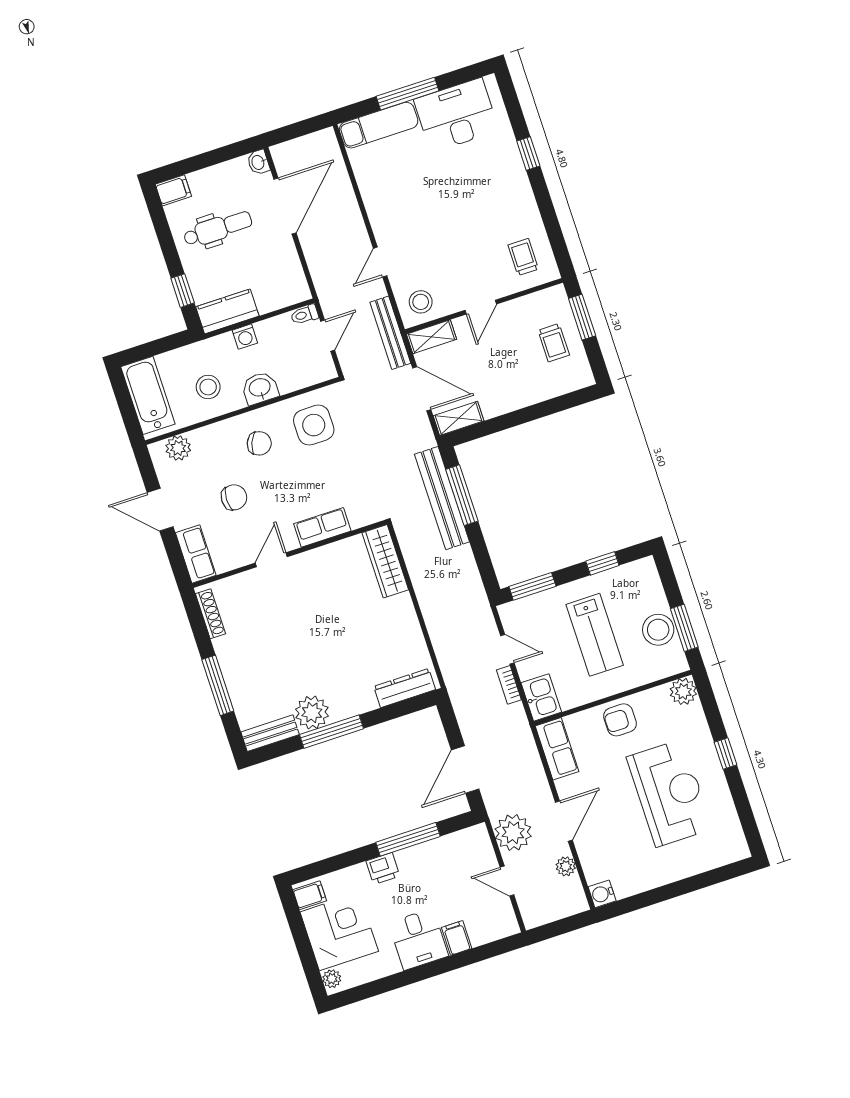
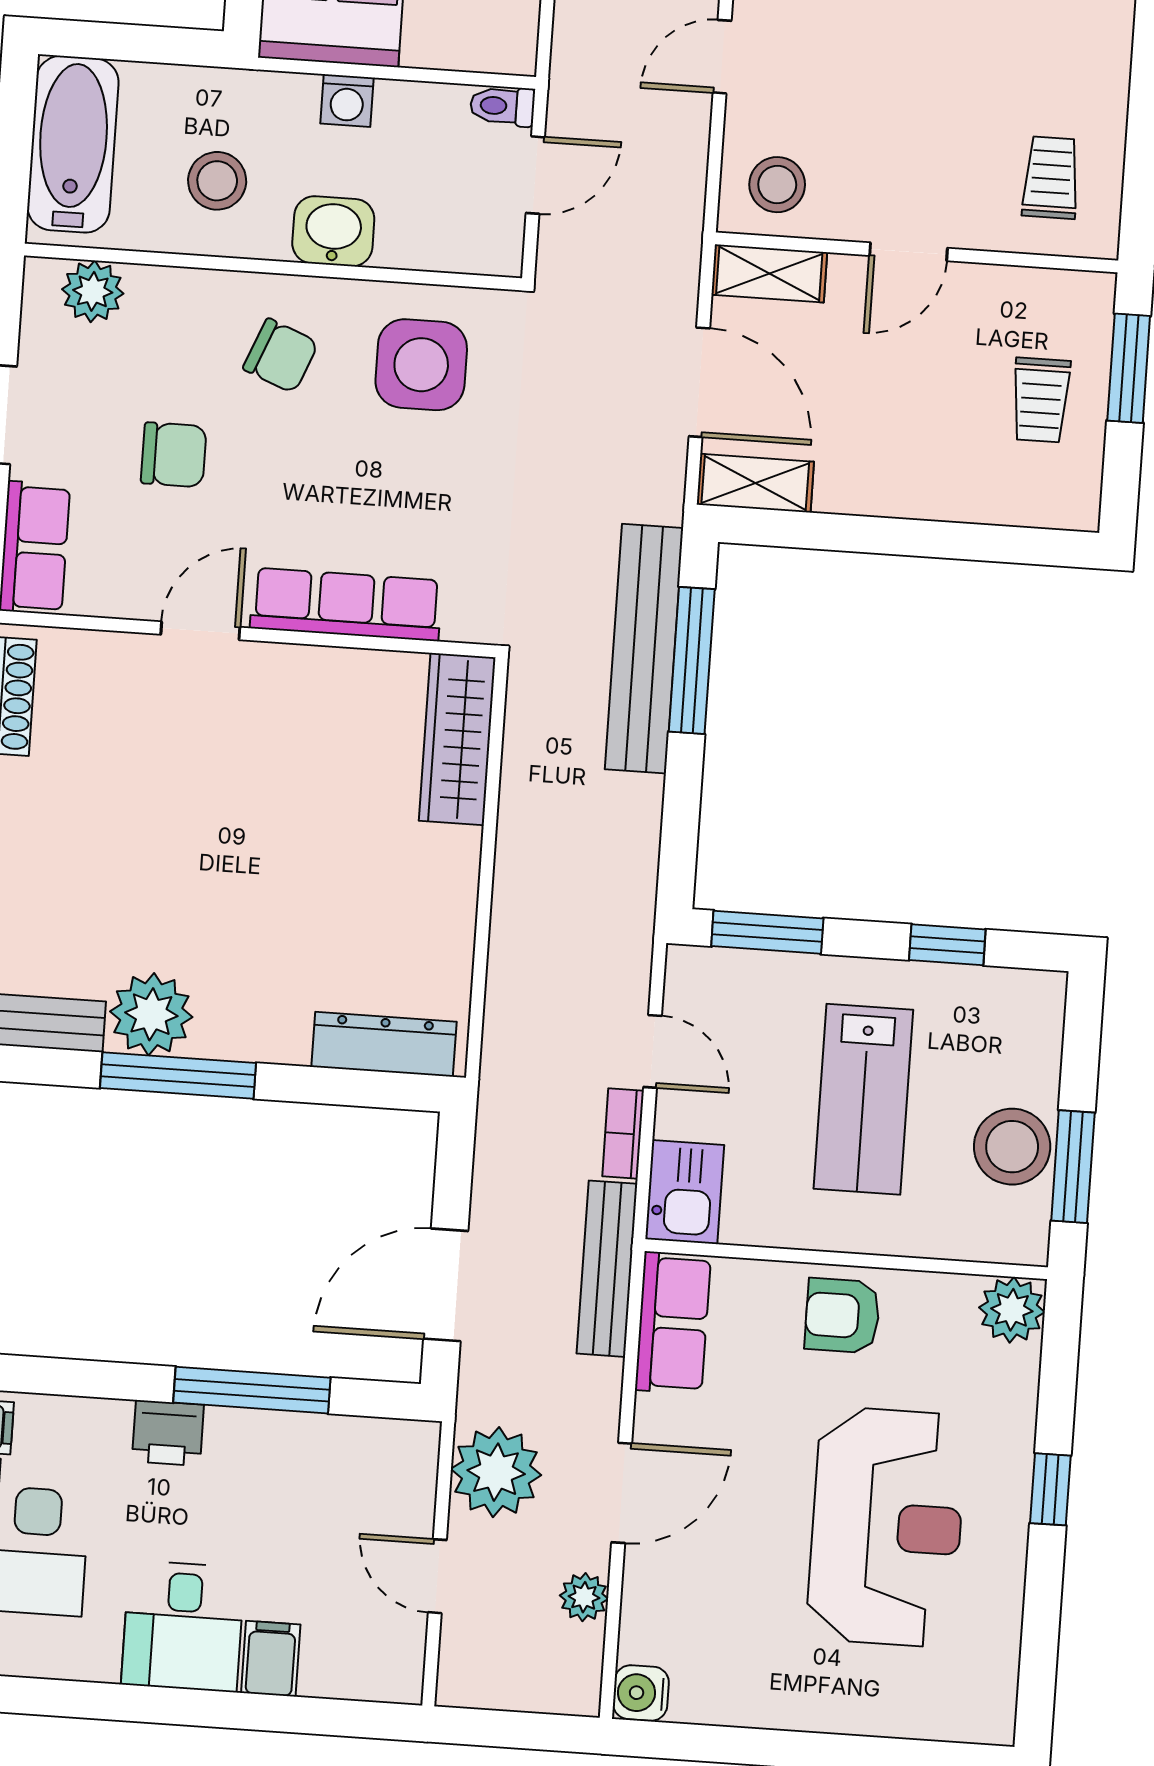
bench: (390, 333) -> (607, 1269), moved
row of seats: (322, 527) -> (346, 604), width x1.48

